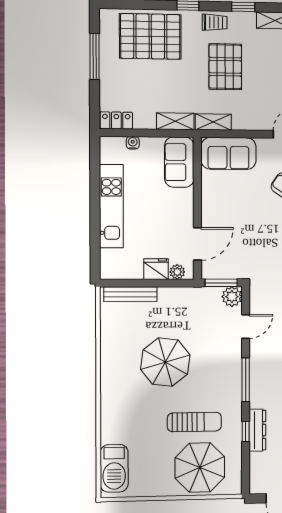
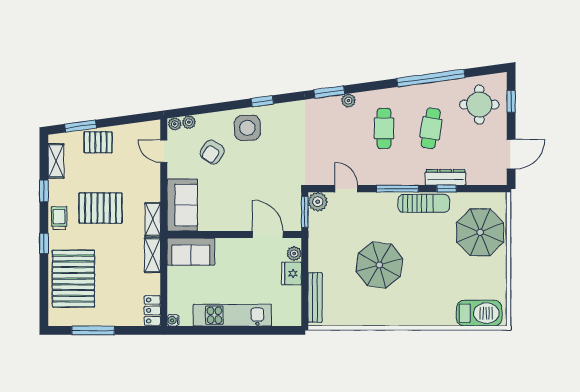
water cooler: (133, 143) -> (173, 320), moved
sun lounger: (194, 422) -> (424, 203), moved, turned 90

